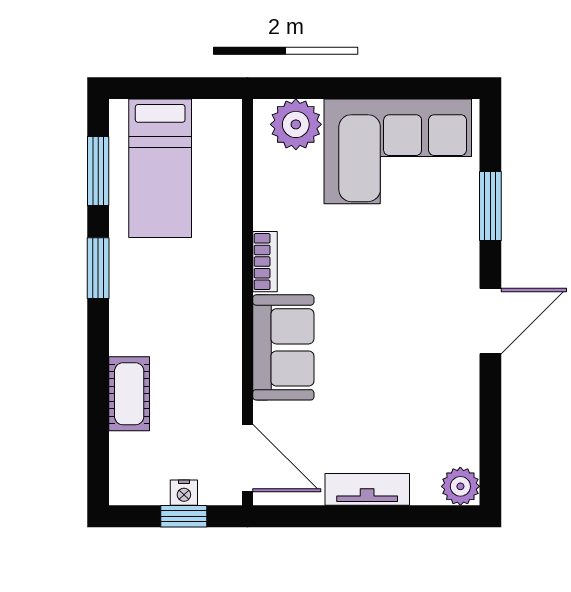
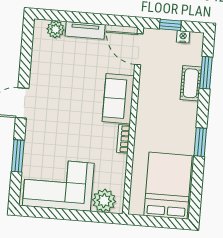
bed: (160, 168) -> (168, 186), width x1.50
window: (98, 171) -> (206, 73), moved
plant: (460, 486) -> (55, 29), moved
nightstand: (184, 493) -> (183, 37), moved

